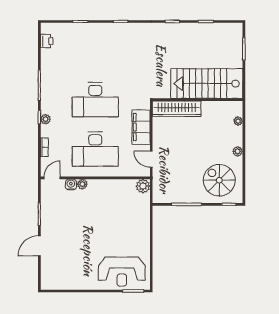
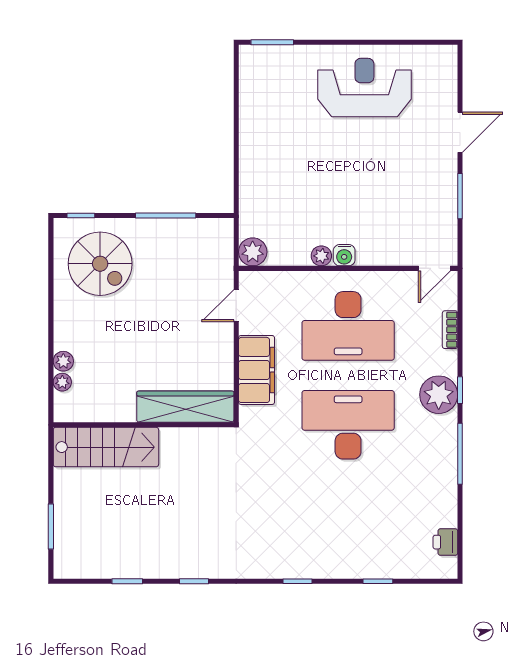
stairs: (207, 84) -> (106, 447), width x0.73, depth x0.66
plant: (46, 119) -> (439, 395), width x1.88, depth x1.88
desk: (95, 149) -> (348, 326), turned 180
plant: (238, 151) -> (63, 361), moved
door: (151, 159) -> (236, 306), swing flipped
water cooler: (71, 184) -> (344, 255), moved
plant: (82, 184) -> (321, 256), moved
reception desk: (122, 272) -> (364, 88), moved

